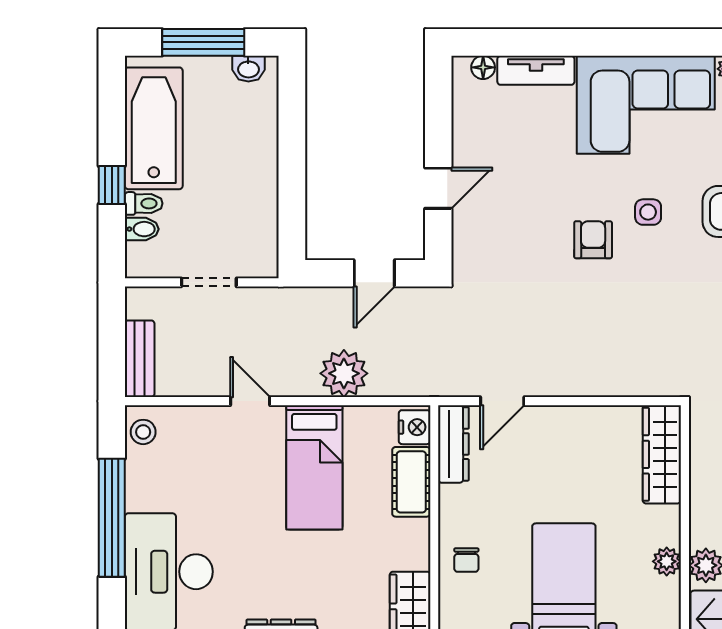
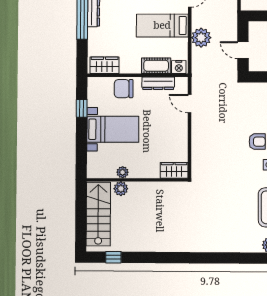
dresser: (453, 444) -> (158, 83), moved
wardrobe: (662, 454) -> (174, 170), width x0.67
chair: (466, 560) -> (124, 89), width x1.87, depth x1.87

